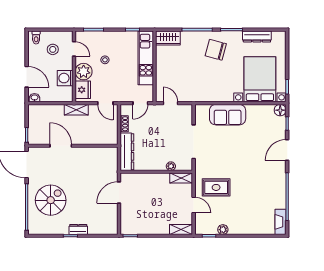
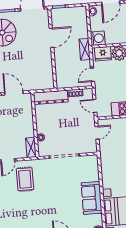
washing machine: (65, 78) -> (98, 38), moved, turned 90
sofa: (228, 115) -> (92, 198), moved

